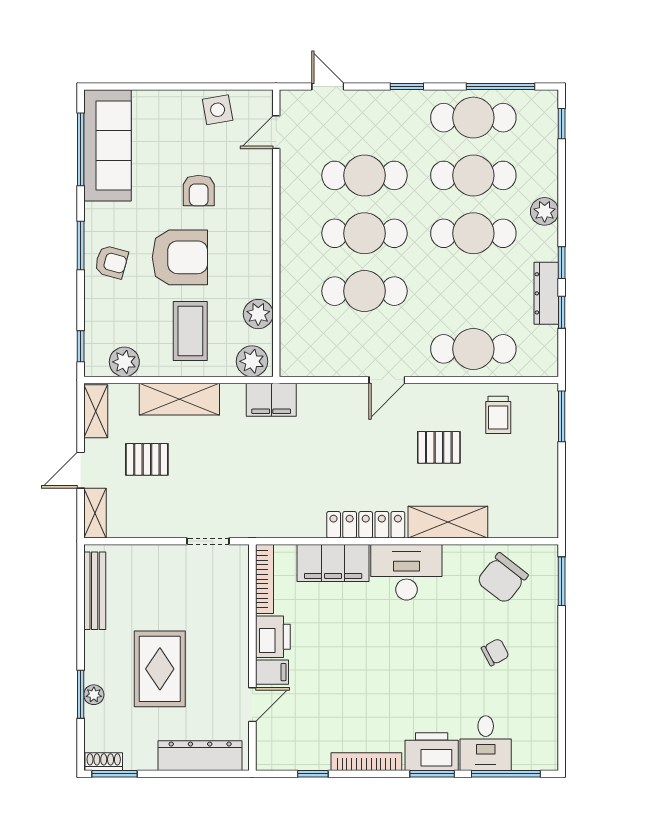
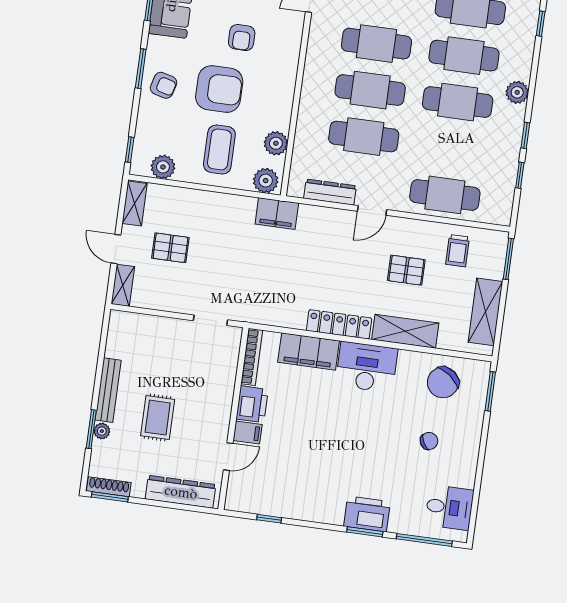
dresser: (546, 293) -> (330, 192), moved, turned 90
shelving: (179, 399) -> (485, 312), moved, turned 90
door: (81, 470) -> (116, 249), hinge flipped
bench: (95, 591) -> (108, 390), moved
rug: (160, 669) -> (158, 418), width x0.73, depth x0.70
desk: (486, 743) -> (449, 507), moved, turned -90
shoe rack: (104, 762) -> (109, 487), width x1.43
bookcase: (366, 762) -> (313, 515), removed

